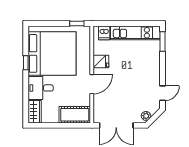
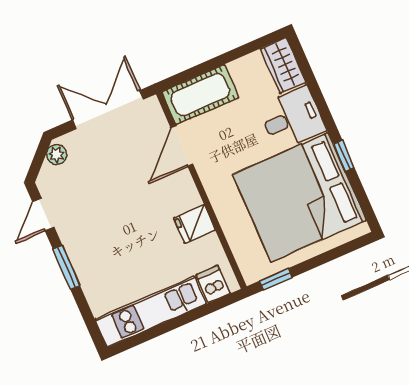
window: (163, 42) -> (66, 267), moved
door: (92, 84) -> (182, 146), moved

